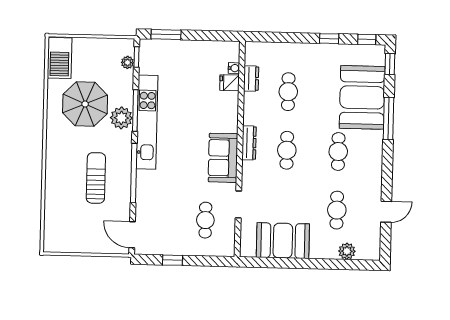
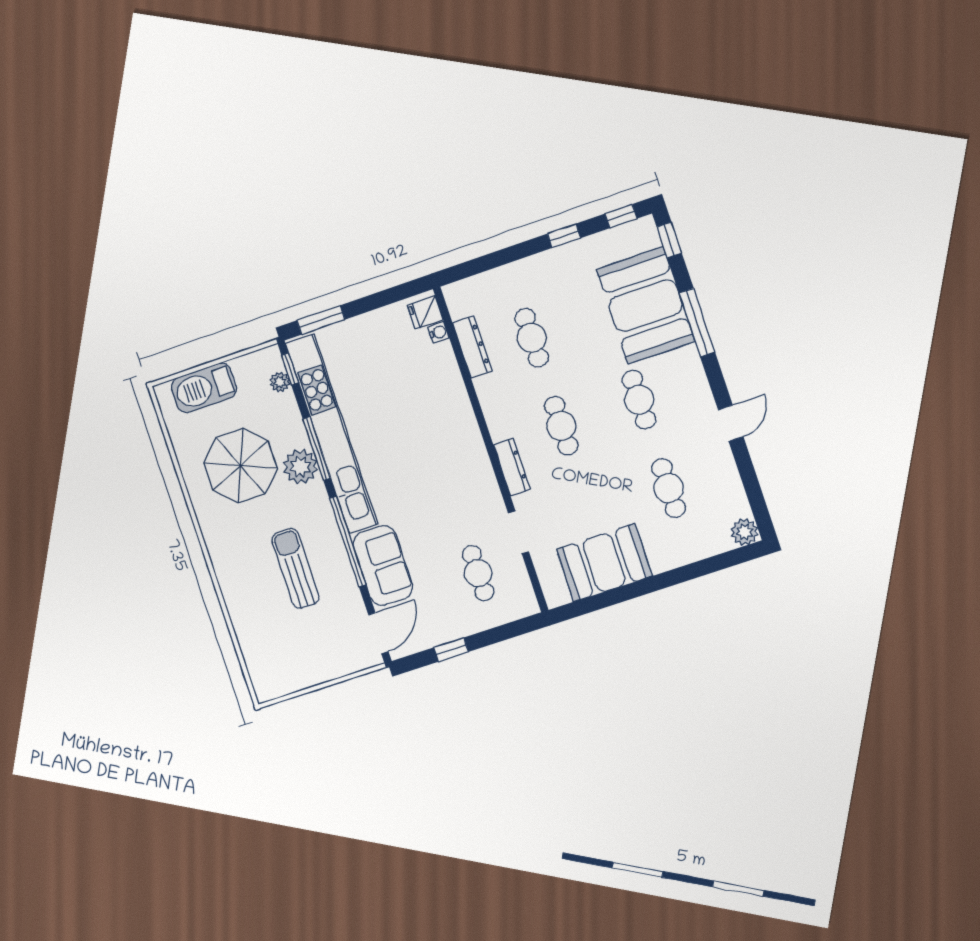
barbecue: (59, 58) -> (204, 388), moved, turned 90
dresser: (251, 78) -> (472, 347), width x1.44
fridge: (230, 83) -> (425, 313), moved
kitchen unit: (147, 122) -> (332, 434), width x1.36
dresser: (249, 143) -> (512, 467), moved
sofa: (223, 158) -> (383, 565), moved, turned 180
door: (386, 212) -> (731, 423), moved
door: (132, 235) -> (378, 633), swing flipped
plant: (347, 251) -> (745, 532), moved

